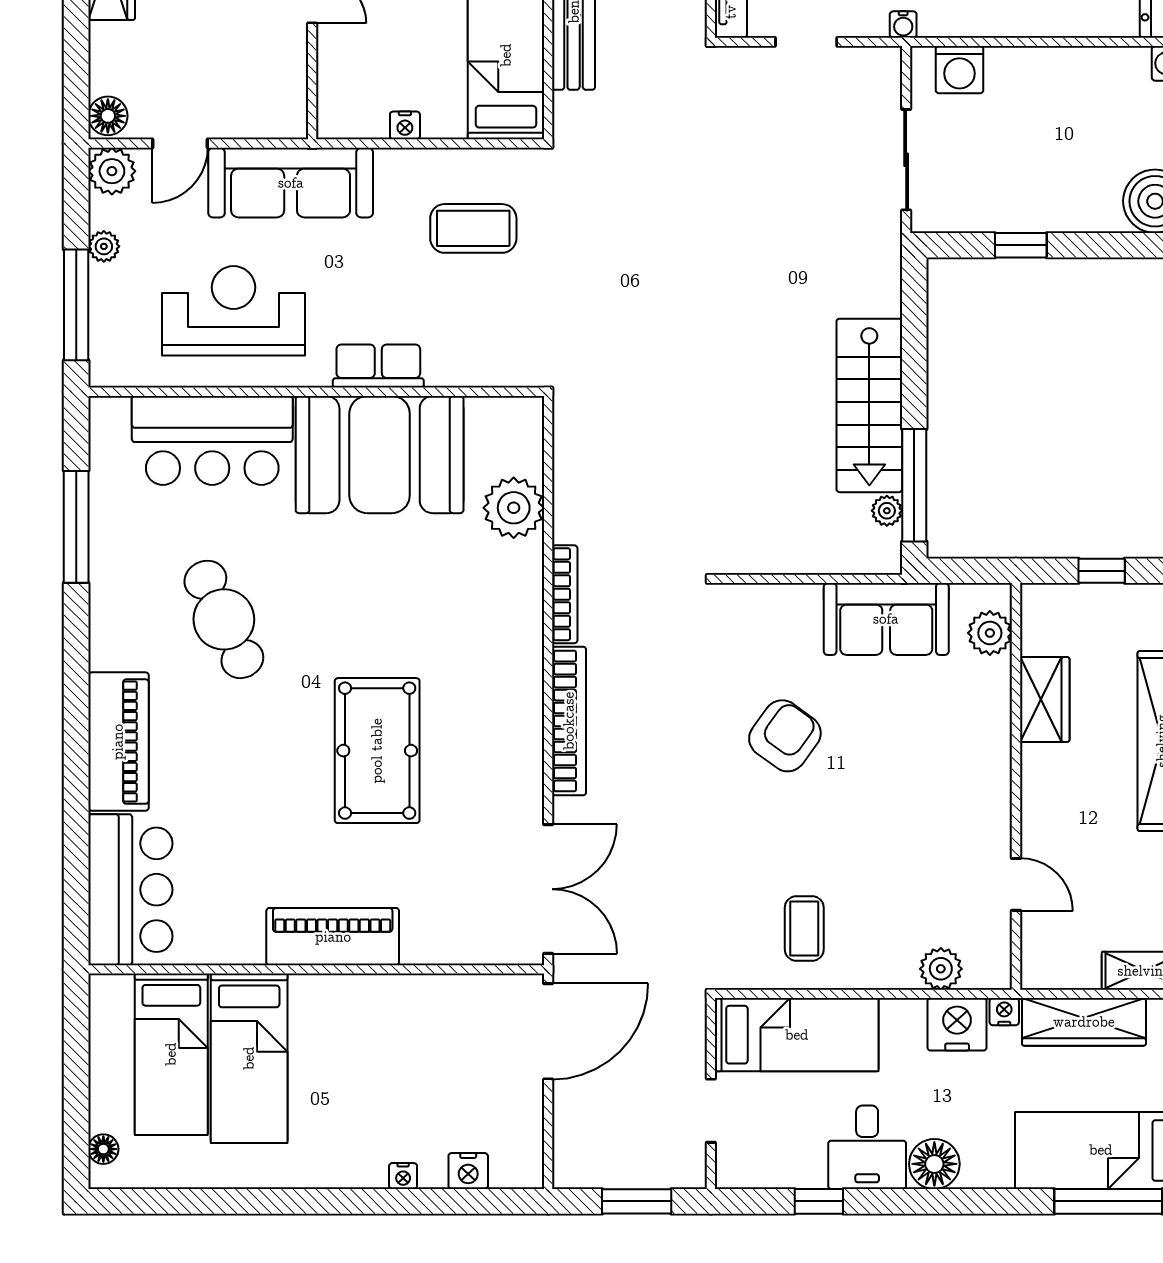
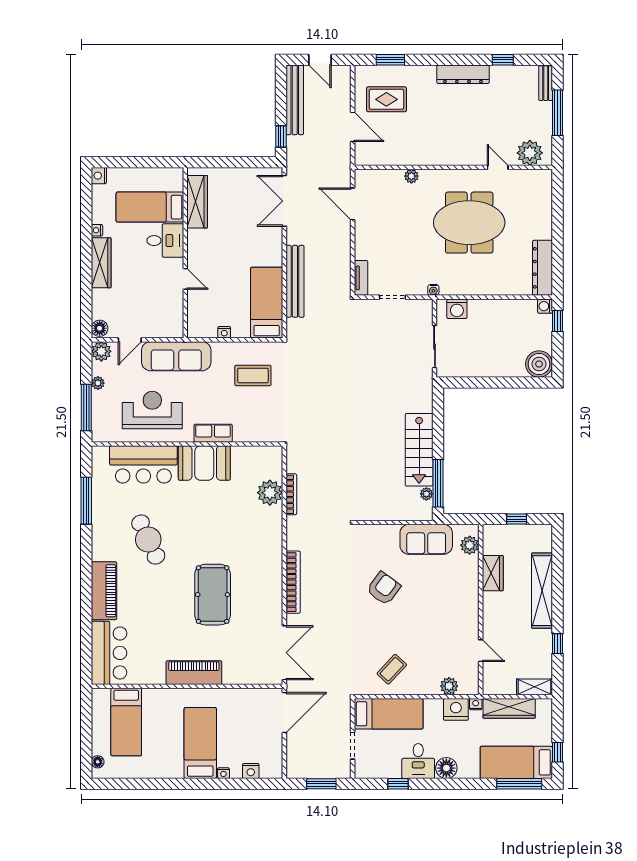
window: (1021, 245) -> (483, 383), removed
booth: (380, 455) -> (204, 463), width x0.73, depth x0.70
bookcase: (565, 594) -> (291, 494), moved
coffee table: (804, 928) -> (392, 669), turned 43
bed: (249, 1058) -> (200, 743), moved, turned 180

